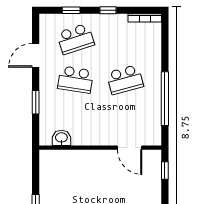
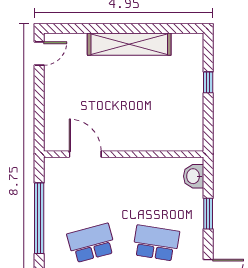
washbasin: (61, 138) -> (194, 176), moved, turned 90
window: (165, 171) -> (39, 124), removed

